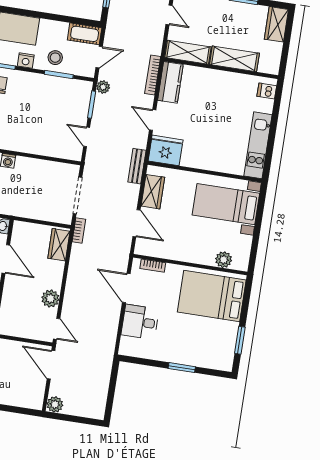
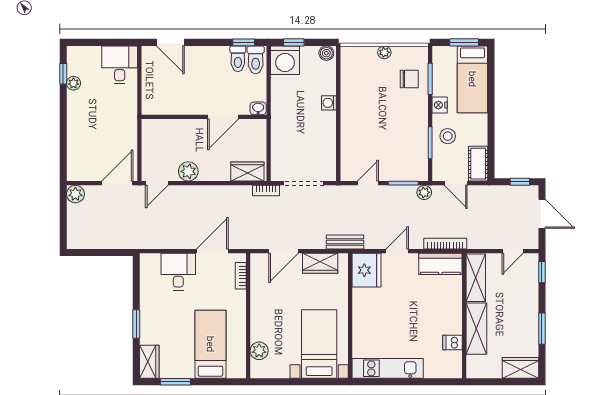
dishwasher: (267, 91) -> (452, 343), moved, turned -90
bed: (212, 296) -> (210, 344), width x0.67
wardrobe: (218, 361) -> (149, 362), added

